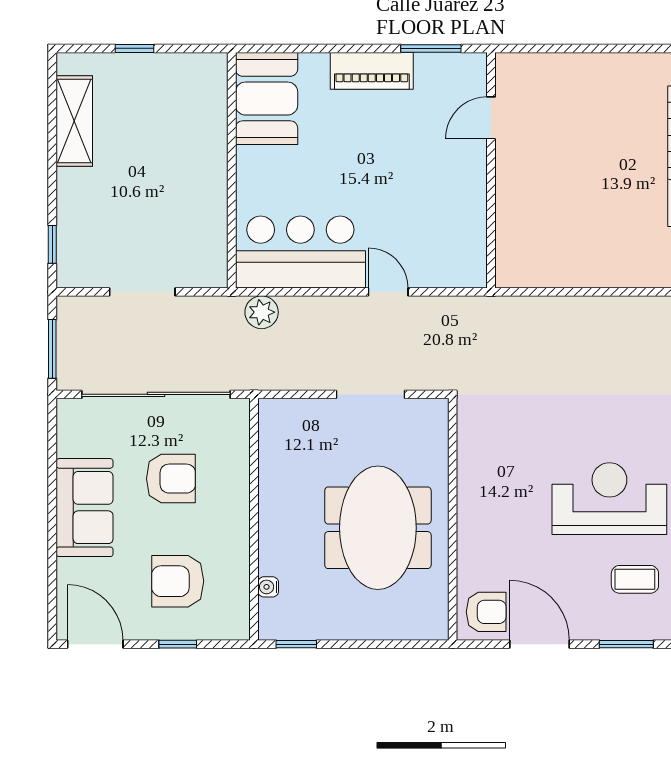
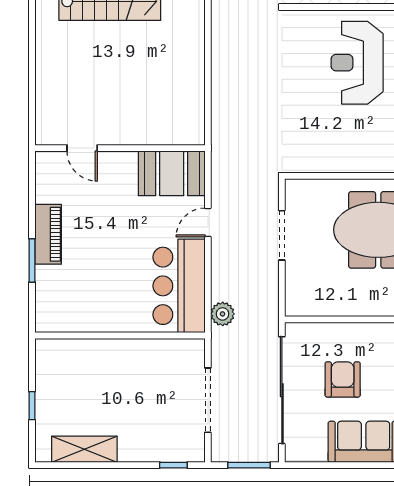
window: (431, 48) -> (32, 260), moved
booth: (267, 99) -> (172, 173), moved
doorway: (142, 292) -> (208, 400), width x1.36

